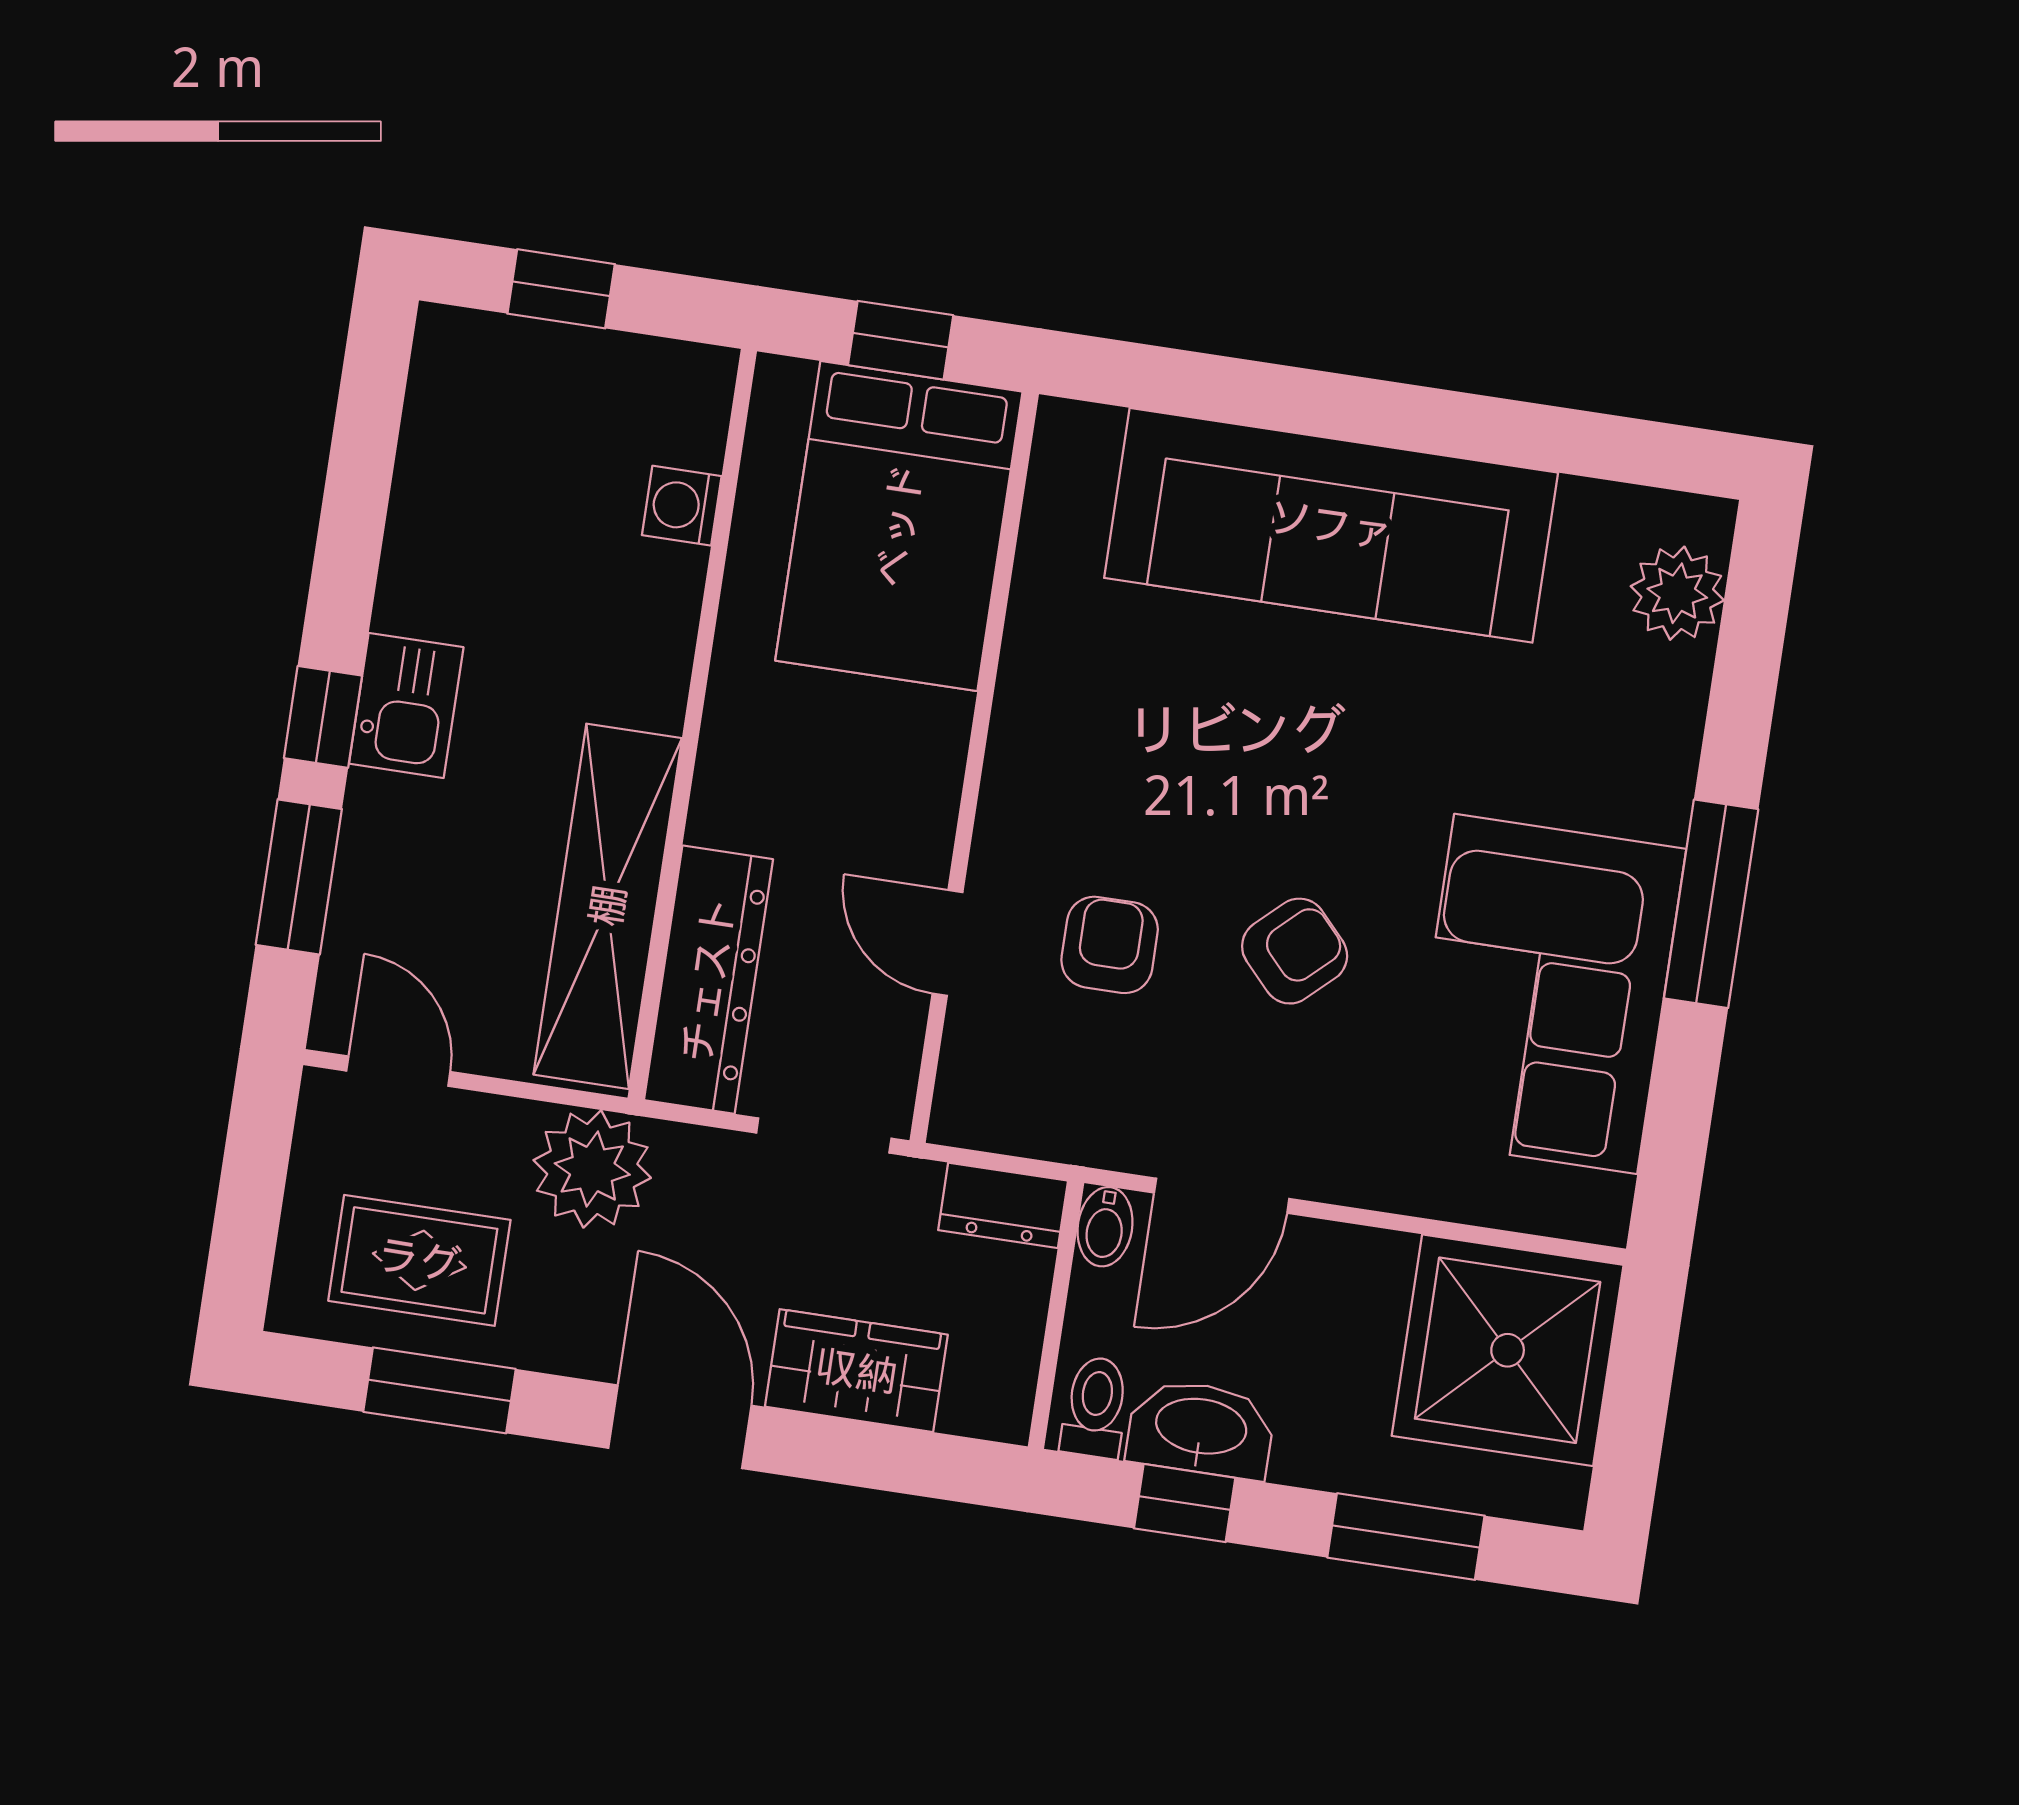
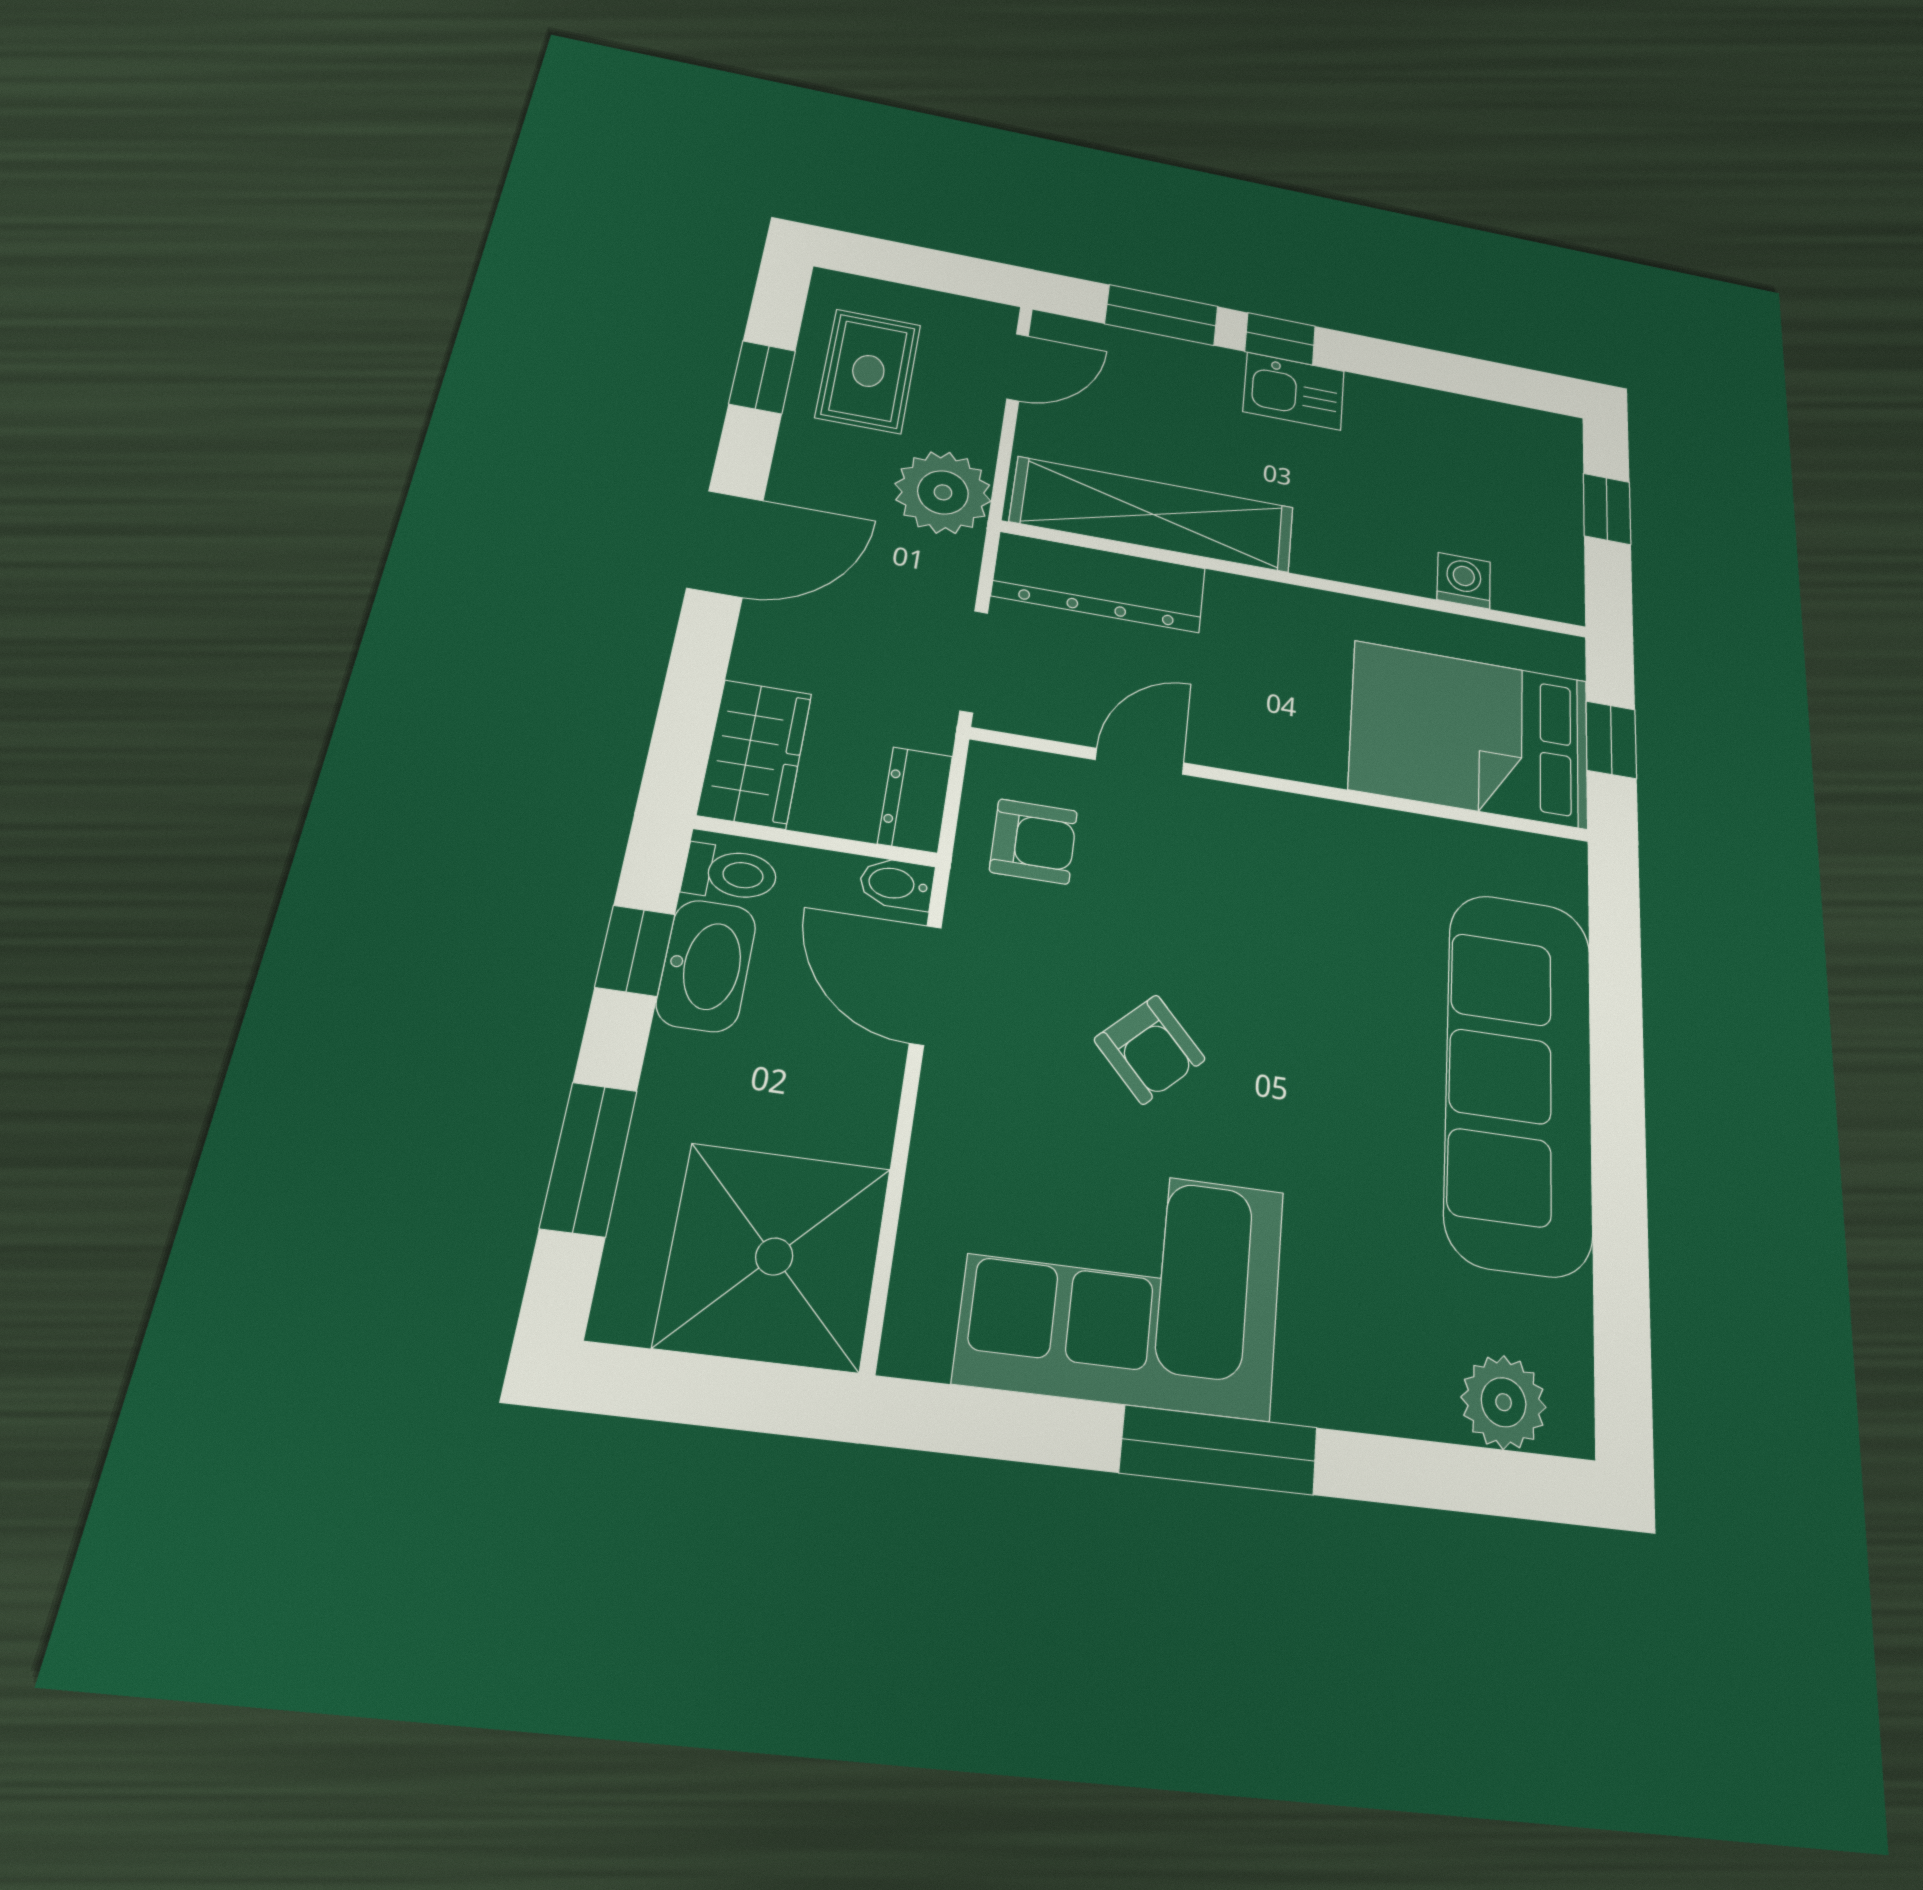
armchair: (1110, 945) -> (1034, 841), moved
wardrobe: (856, 1371) -> (755, 754), moved
window: (440, 1390) -> (762, 377), width x0.67

